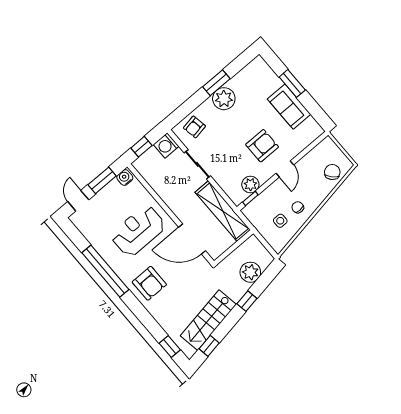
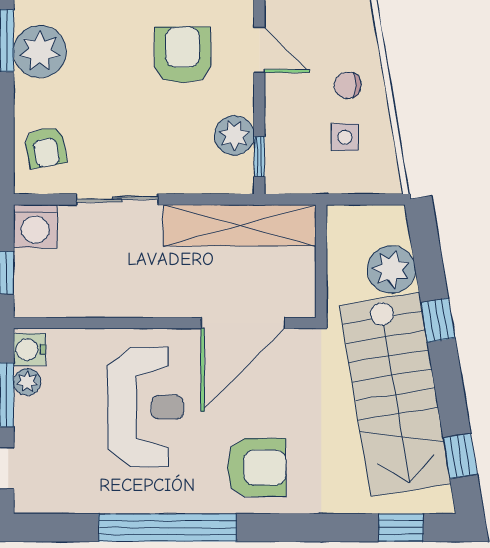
plant: (114, 186) -> (27, 382), added
reception desk: (138, 231) -> (146, 407), turned 180
stairs: (208, 320) -> (395, 394), width x1.36, depth x1.51

